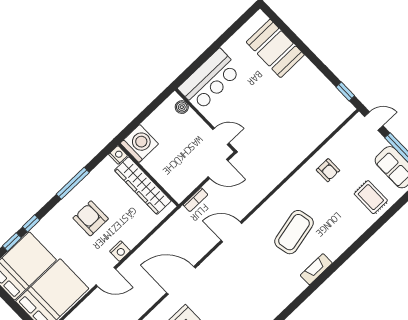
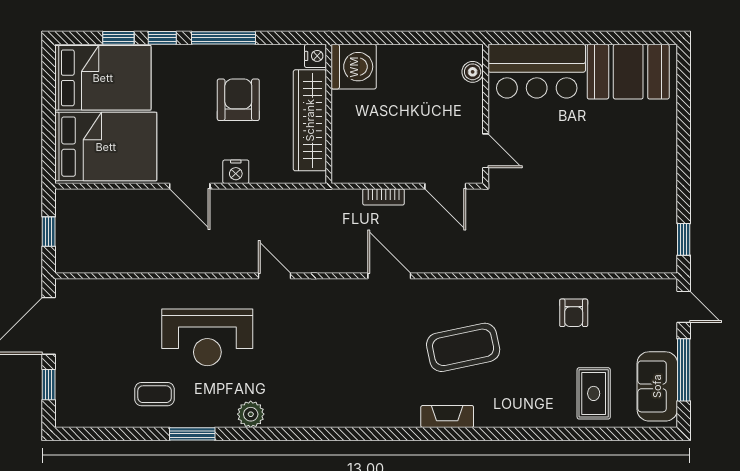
booth: (275, 48) -> (628, 72), moved, turned 90
washing machine: (139, 143) -> (354, 67), moved
nightstand: (118, 155) -> (315, 56), moved
wall: (148, 175) -> (329, 114), moved
window: (73, 183) -> (224, 38), moved
wardrobe: (143, 186) -> (310, 120), moved
door: (181, 280) -> (275, 276), width x0.53

